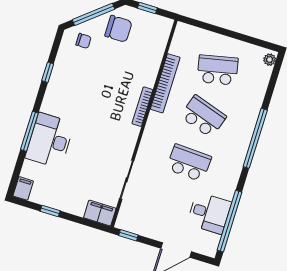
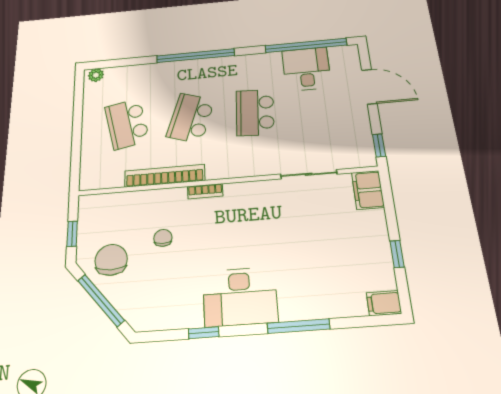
chair: (83, 41) -> (163, 238), moved
bookcase: (142, 107) -> (205, 191), width x0.64
desk: (50, 140) -> (240, 297), moved

